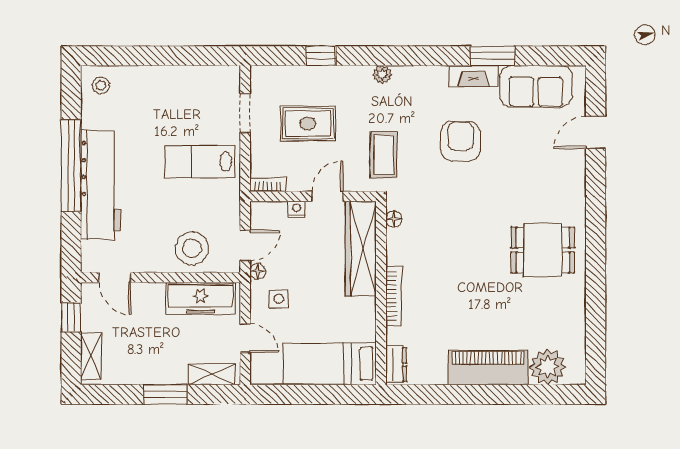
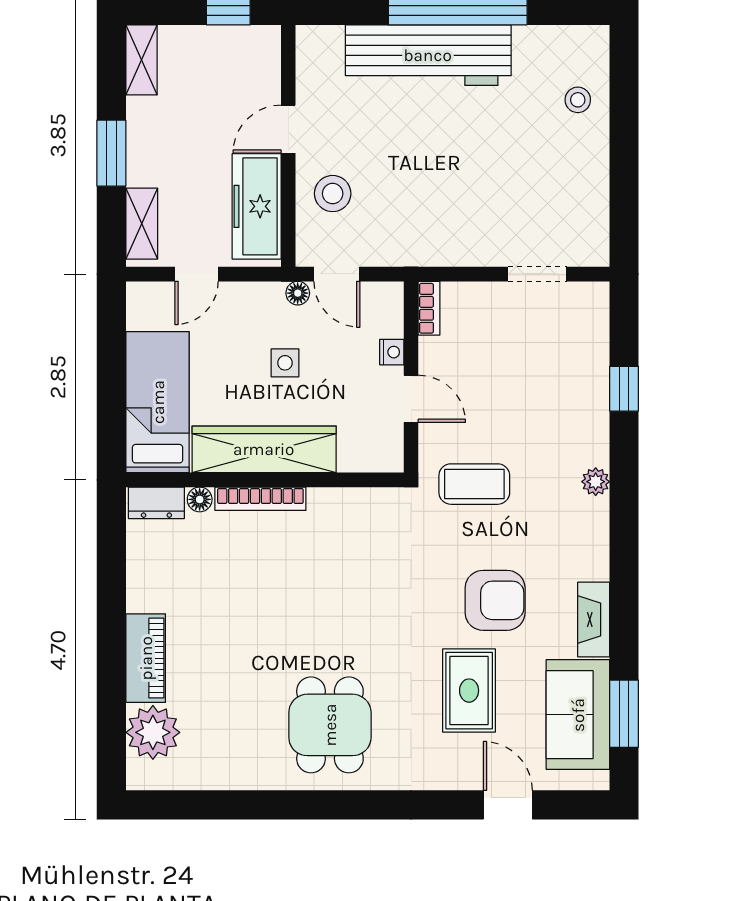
window: (493, 56) -> (624, 714), moved
stool: (101, 85) -> (578, 100), moved
rug: (308, 123) -> (469, 691), moved
lab bench: (200, 162) -> (464, 205), removed
floor lamp: (394, 219) -> (200, 499), moved
stool: (192, 248) -> (333, 194), width x0.73, depth x0.73
wardrobe: (361, 249) -> (264, 449), moved
door: (115, 278) -> (288, 129), moved
side table: (279, 299) -> (285, 363), moved
shelving: (91, 356) -> (142, 60), moved, turned 90
piano: (488, 367) -> (146, 658), width x0.73, depth x0.75

